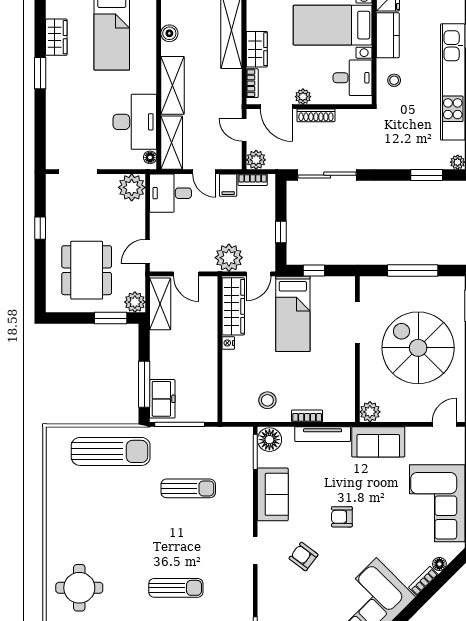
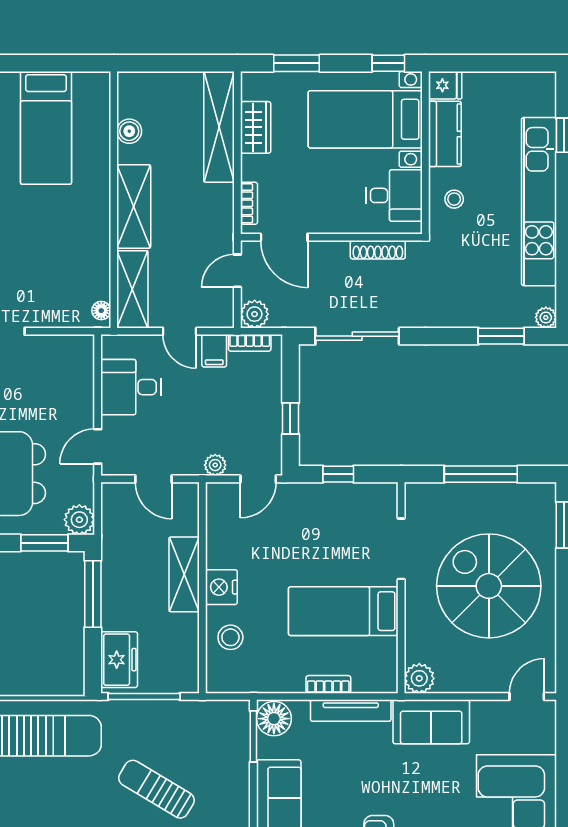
wardrobe: (257, 49) -> (256, 127), moved
plant: (303, 97) -> (322, 223), removed
shoe rack: (316, 115) -> (378, 250), moved
desk: (135, 122) -> (79, 259), removed
door: (244, 130) -> (237, 271), hinge flipped
plant: (132, 187) -> (75, 354), removed
desk: (170, 193) -> (131, 387), moved
plant: (229, 258) -> (215, 465), width x0.53, depth x0.53
shelving: (160, 304) -> (184, 574), moved
wardrobe: (233, 306) -> (222, 526), removed
bed: (293, 314) -> (343, 611), moved, turned 90
nightstand: (228, 343) -> (221, 587), width x1.89, depth x1.79
window: (144, 384) -> (93, 594), moved
stool: (267, 400) -> (230, 637), moved
sun lounger: (188, 488) -> (156, 789), turned -149

